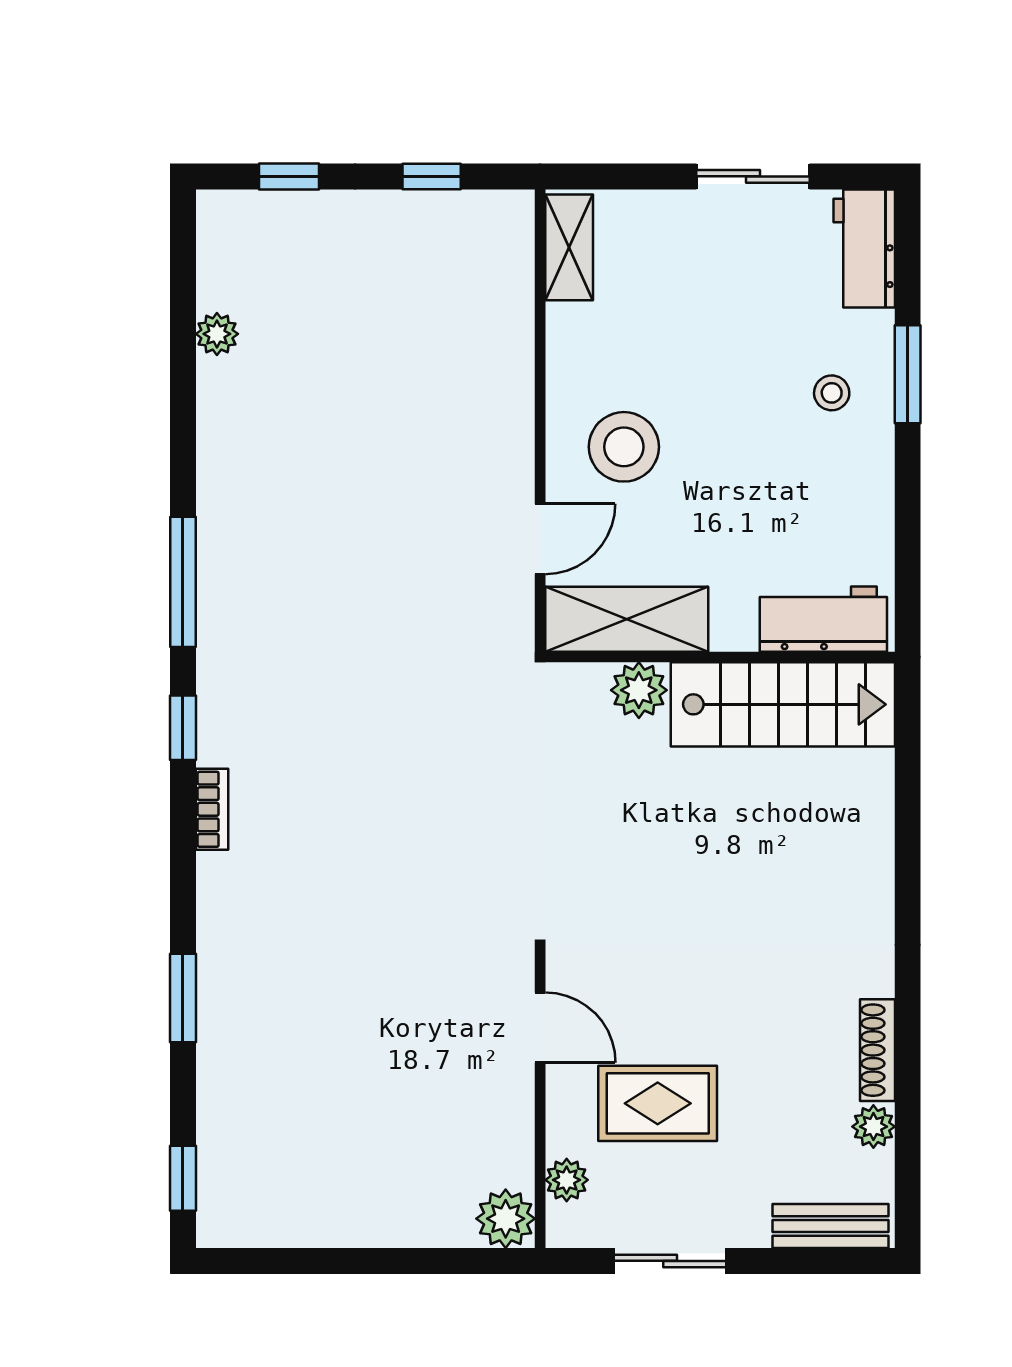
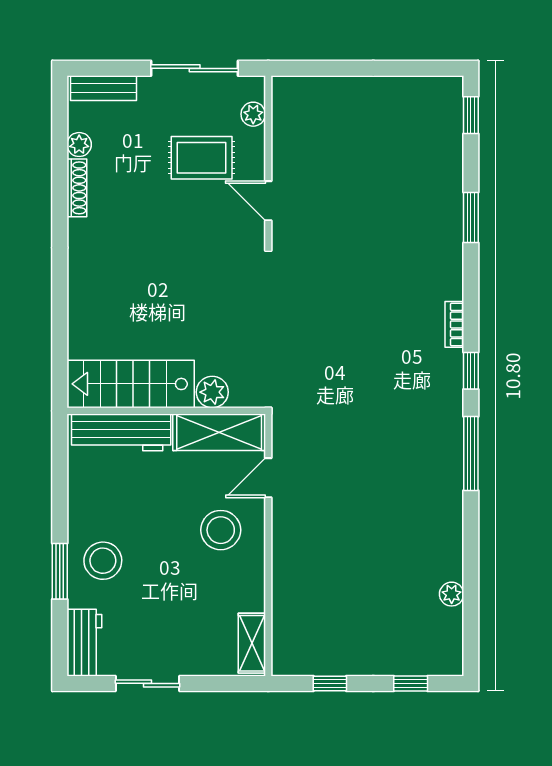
stool: (832, 393) -> (103, 561), width x1.89, depth x1.89
workbench: (823, 619) -> (121, 432), width x1.38
plant: (506, 1219) -> (288, 92), removed
sliding door: (670, 1261) -> (195, 68), width x1.37

